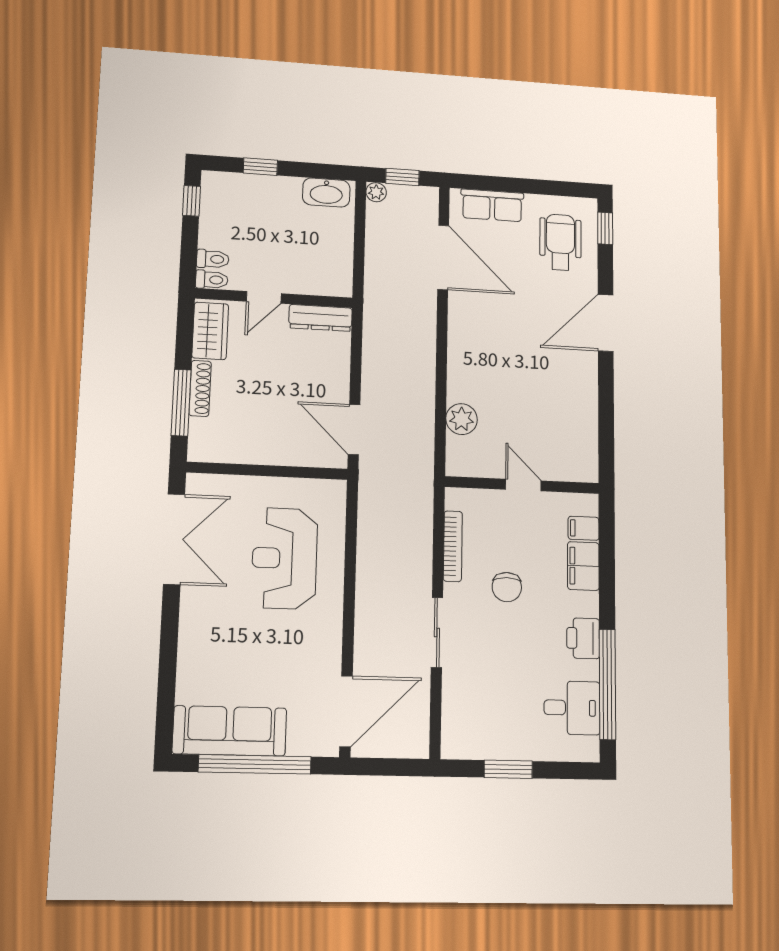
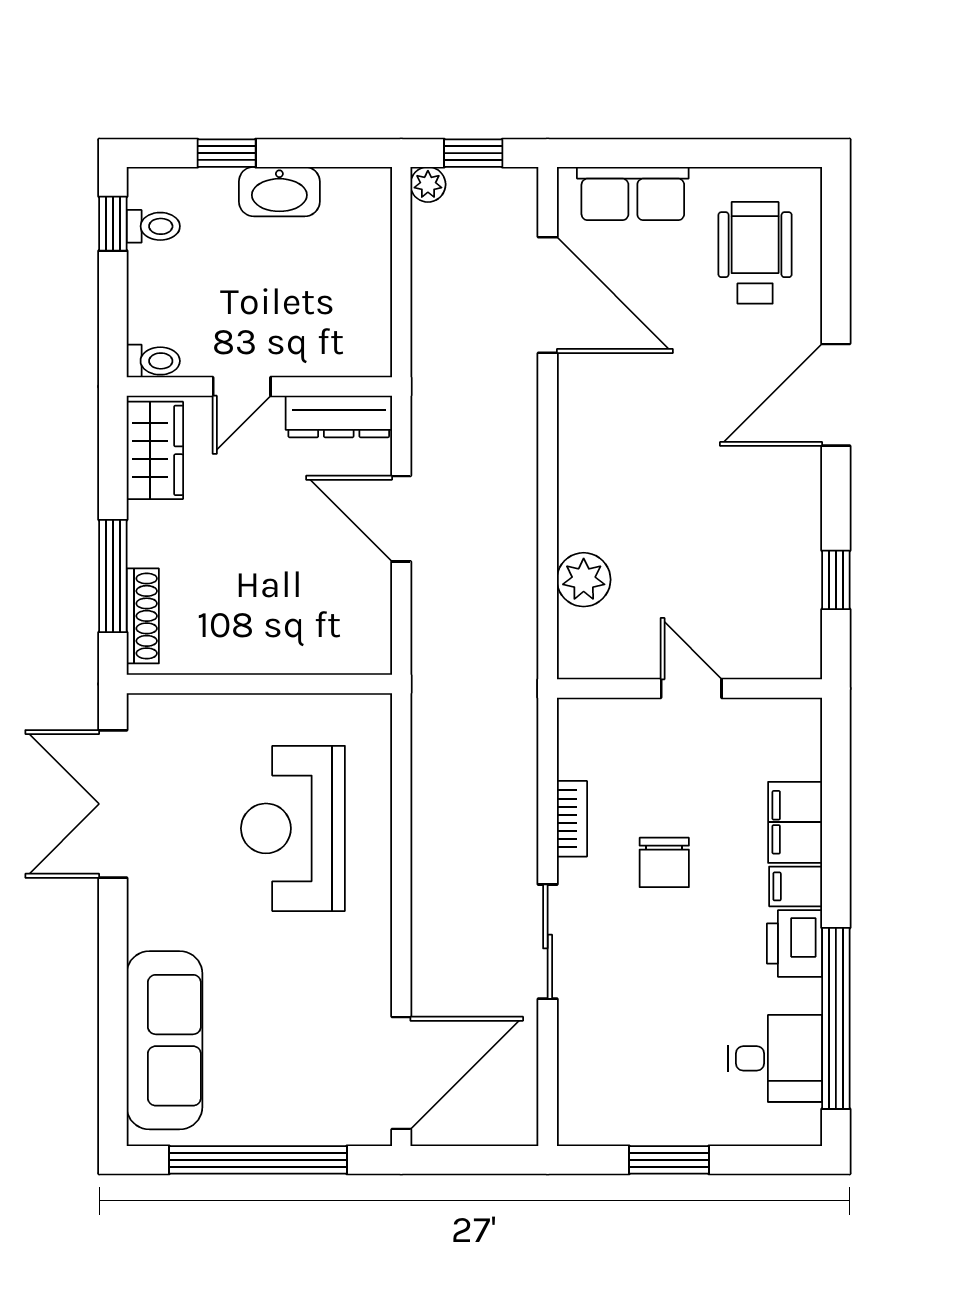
washbasin: (326, 193) -> (279, 192), moved
window: (605, 228) -> (836, 580), moved
toilet: (213, 259) -> (153, 226), moved
shoe rack: (200, 388) -> (143, 616), moved
door: (354, 430) -> (401, 519), moved
filing cabinet: (584, 528) -> (796, 886), moved
double door: (174, 539) -> (113, 804), swing flipped
bookcase: (453, 546) -> (572, 819), width x0.64
sofa: (230, 731) -> (165, 1040), moved, turned 90

